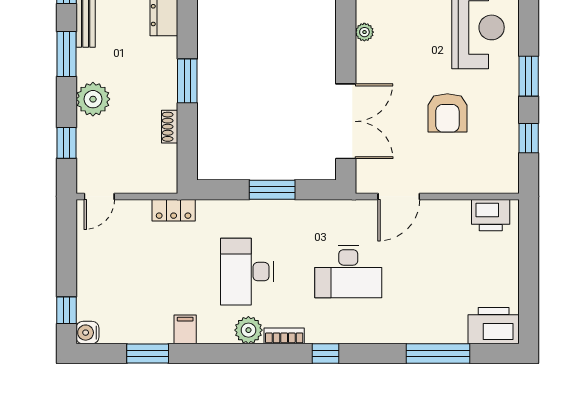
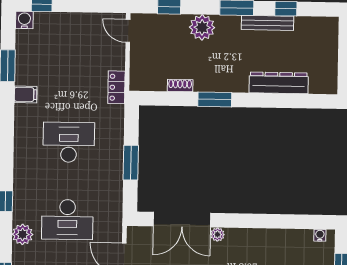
plant: (364, 32) -> (217, 234), moved
desk: (348, 272) -> (67, 220), turned -90
plant: (248, 330) -> (23, 234), moved
bookcase: (284, 336) -> (19, 170), removed

